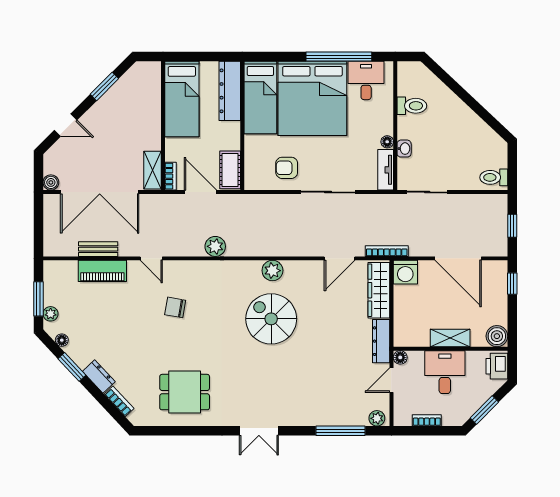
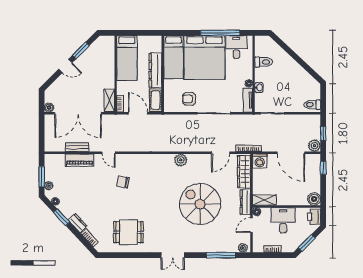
dresser: (230, 91) -> (155, 70), moved
door: (66, 125) -> (65, 66), moved
plant: (215, 246) -> (314, 146), moved
spiral stairs: (271, 319) -> (200, 204), moved, width x1.37, depth x1.37
shelving: (450, 338) -> (264, 200), moved

